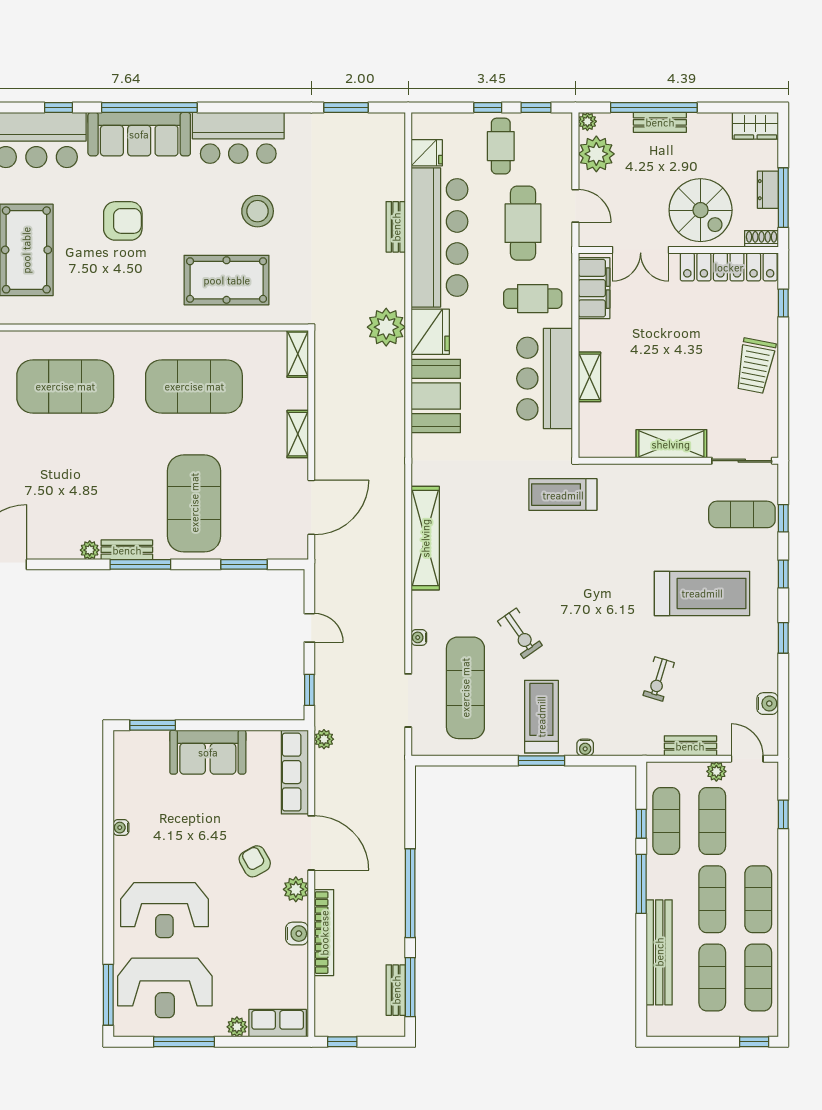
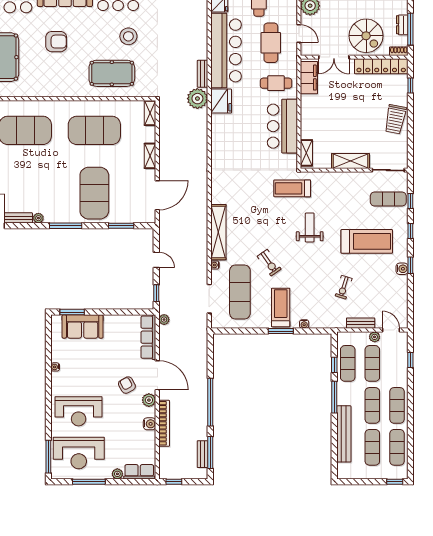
bench: (396, 227) -> (203, 74), moved
shelving: (589, 377) -> (306, 153), moved
booth: (436, 396) -> (224, 135), removed
shelving: (425, 538) -> (218, 232), moved
bench: (127, 550) -> (18, 218), moved
weight bench: (595, 568) -> (310, 227), added
water cooler: (768, 704) -> (402, 269), moved
sofa: (208, 752) -> (83, 326), moved

